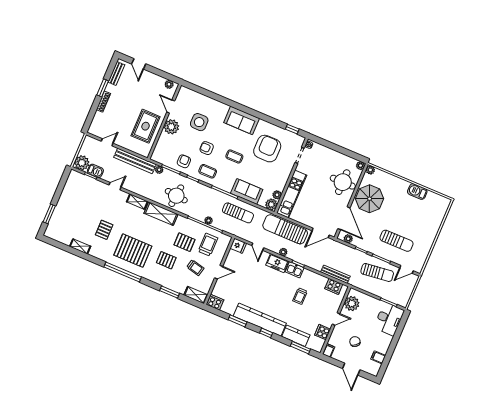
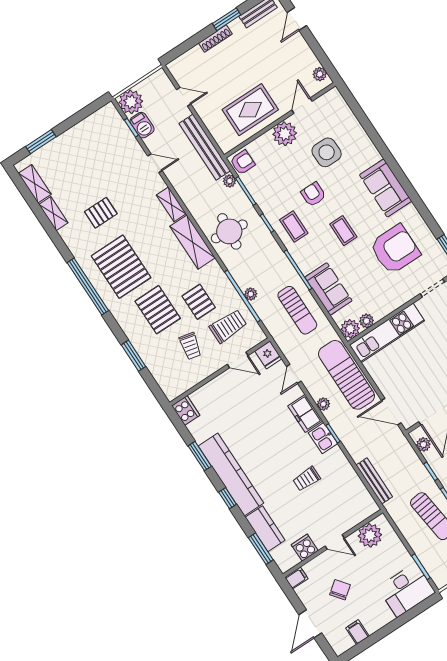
armchair: (184, 161) -> (242, 162), moved
pallet: (166, 260) -> (158, 310), width x1.50, depth x1.42
door: (219, 272) -> (238, 360), moved
cooker: (334, 286) -> (361, 496), removed
shelving: (196, 295) -> (35, 184), moved

